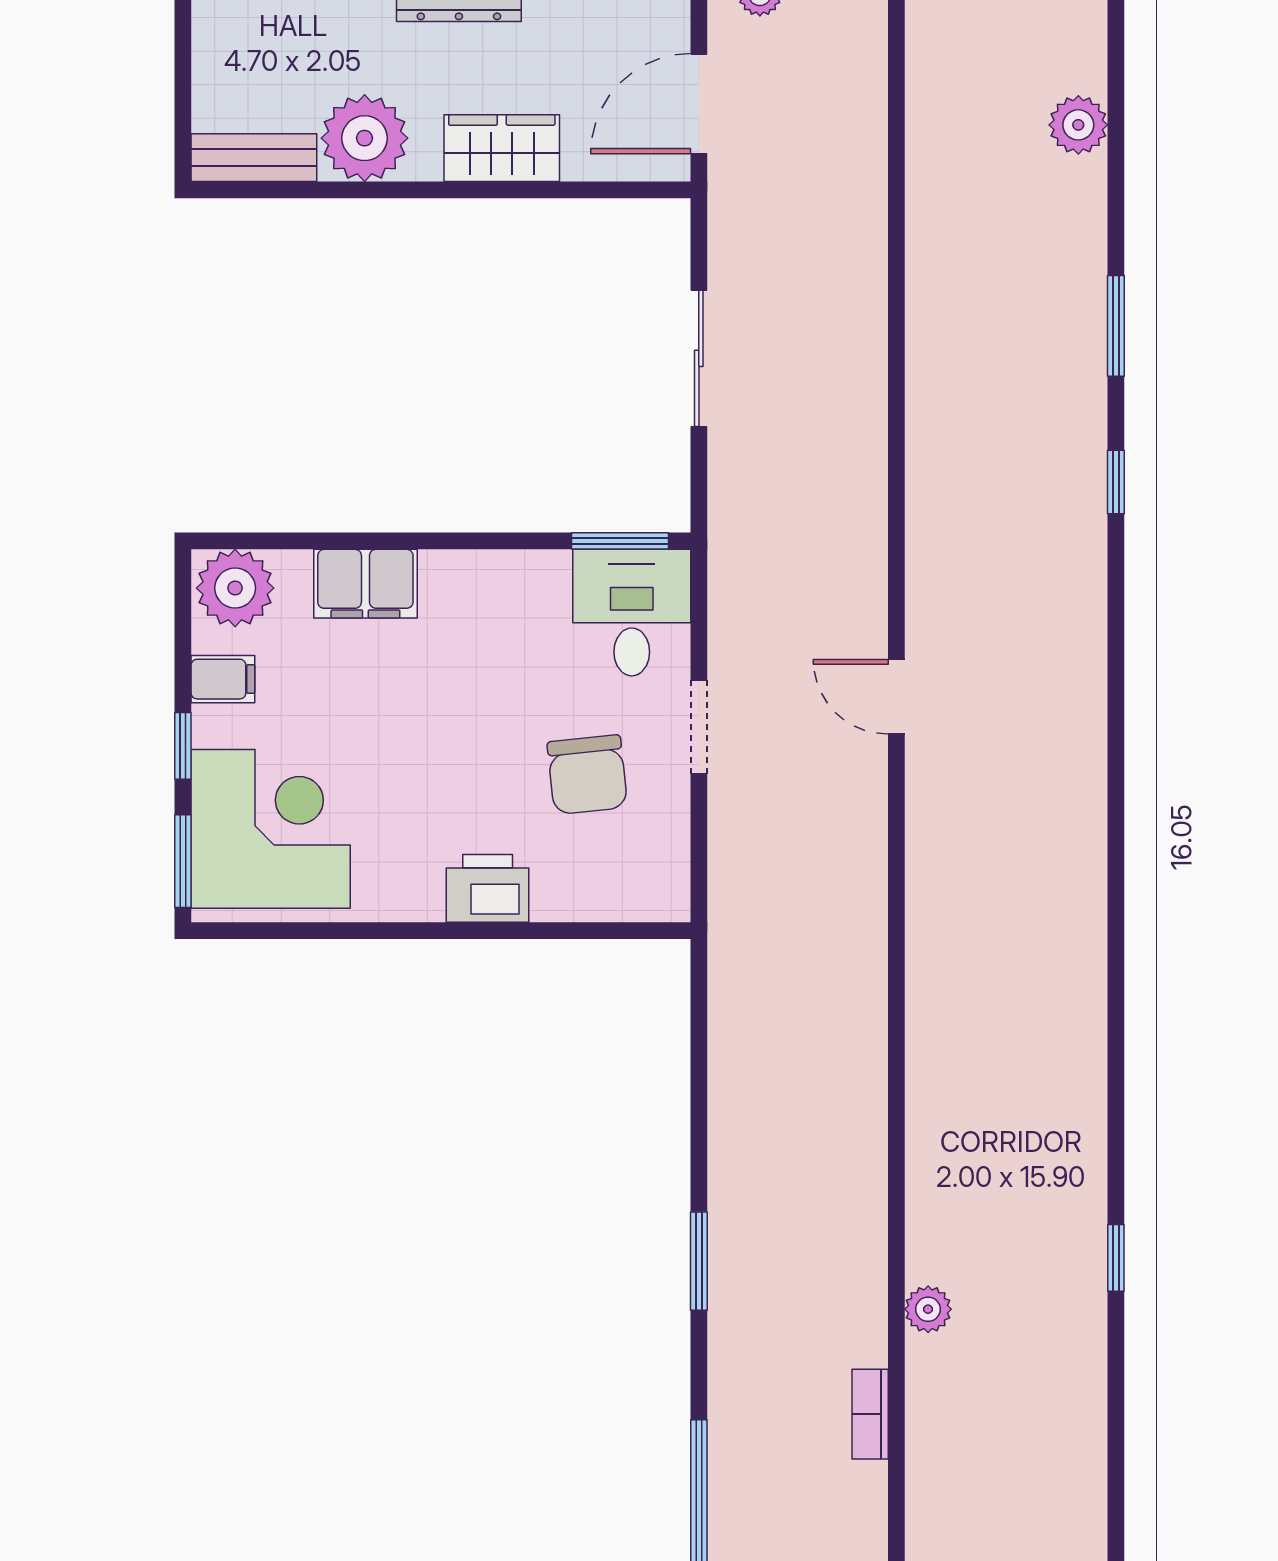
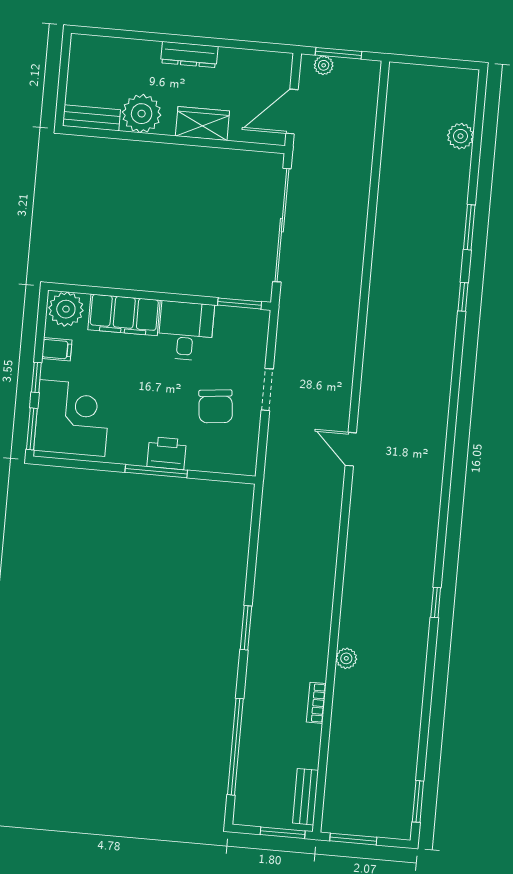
sliding door: (699, 358) -> (282, 225), width x1.86
filing cabinet: (365, 584) -> (124, 315), width x1.50, depth x1.17
desk: (632, 613) -> (186, 331), moved
door: (896, 697) -> (351, 449), moved
window: (468, 931) -> (156, 471), added
window: (1116, 1258) -> (436, 602), moved

